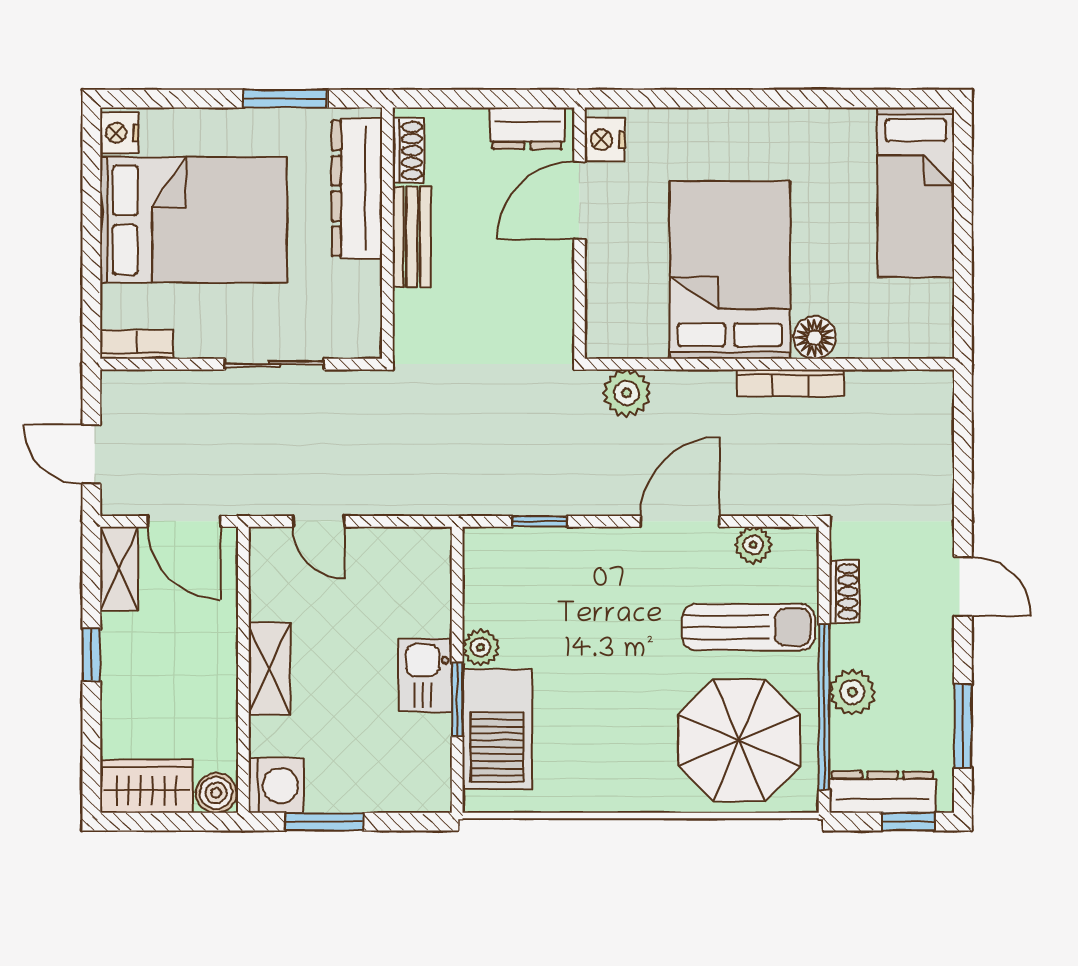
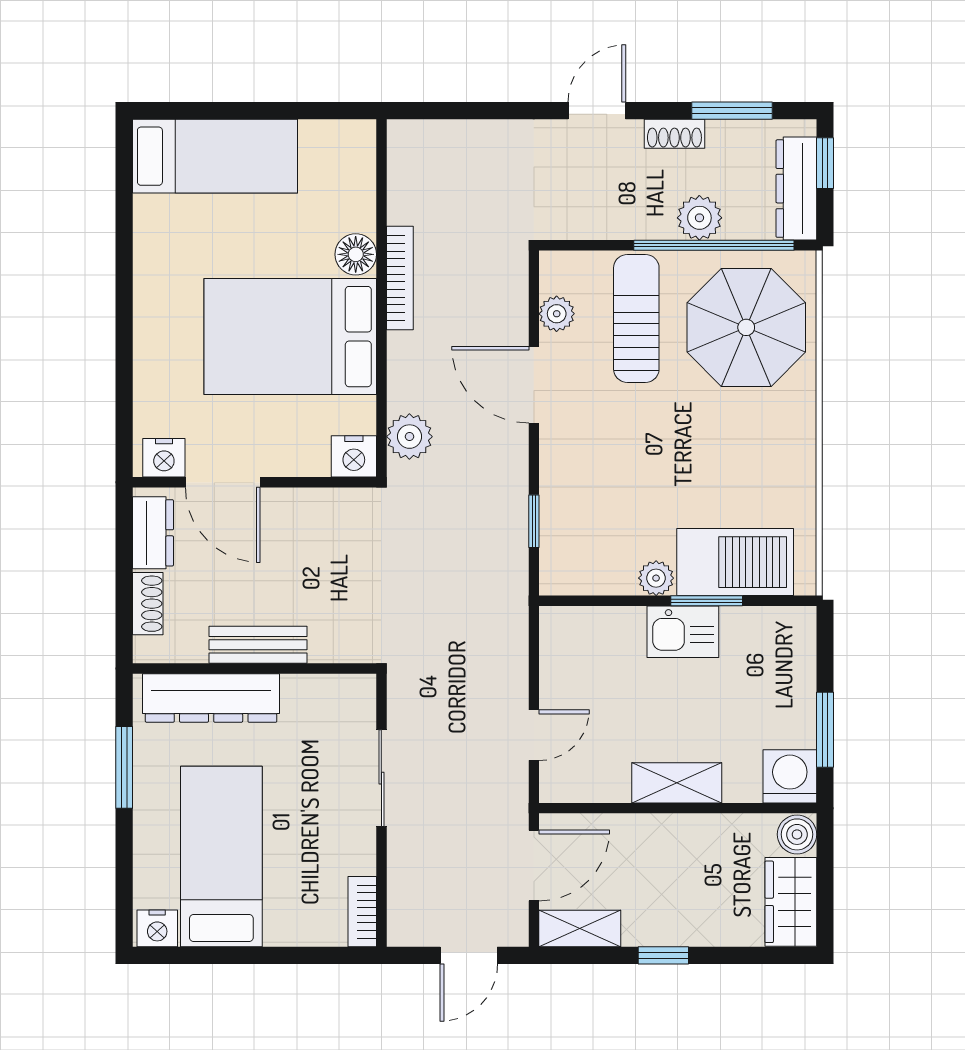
shoe rack: (408, 151) -> (148, 604), moved, turned 90
bed: (193, 220) -> (221, 857), width x0.67
nightstand: (606, 336) -> (354, 456), added
shoe rack: (844, 592) -> (674, 134), moved, turned 180

